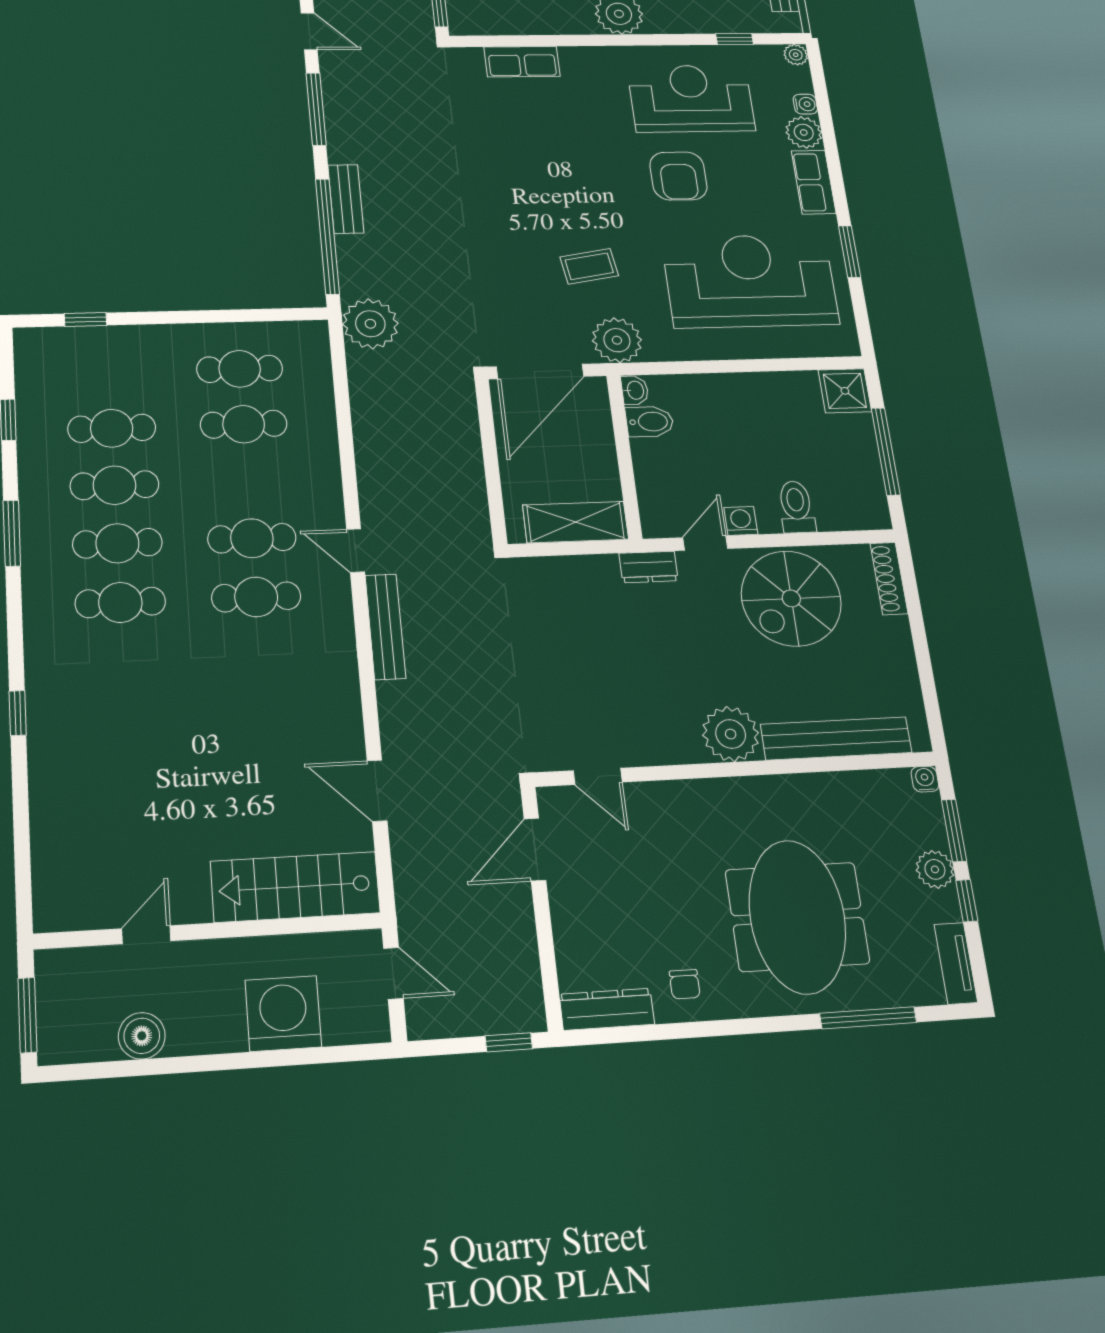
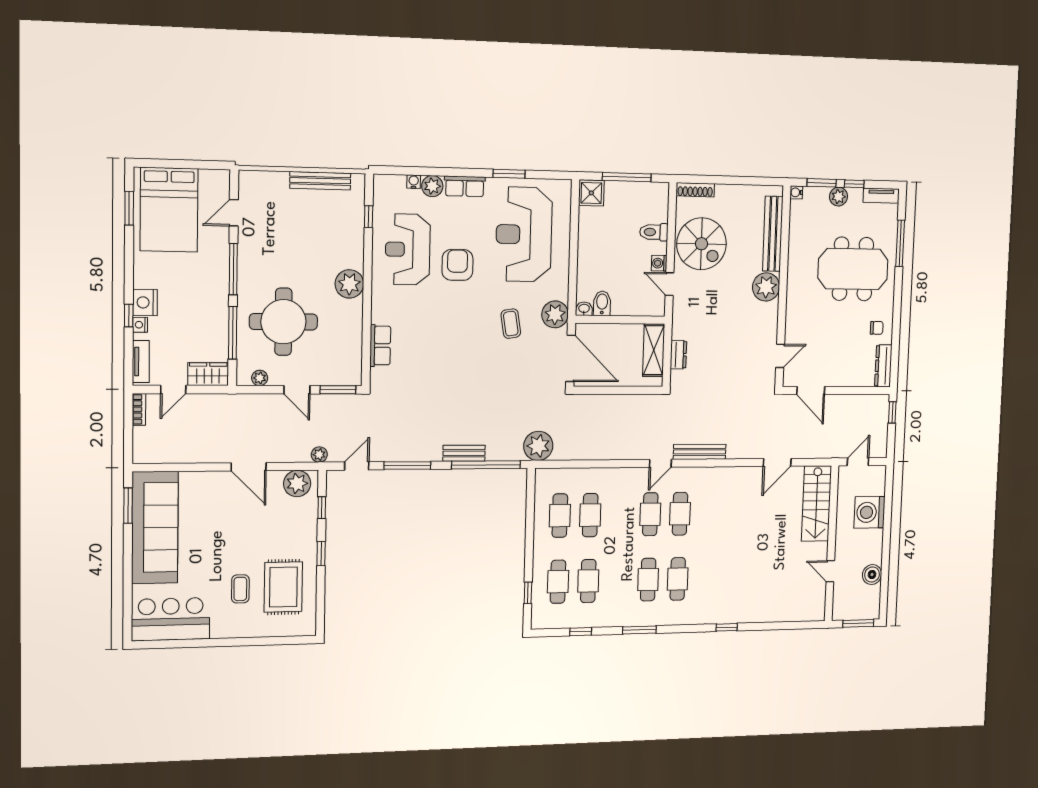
plant: (796, 55) -> (380, 181), removed
armchair: (678, 176) -> (457, 265), turned -90
cafe table: (115, 485) -> (558, 582), moved
dresser: (649, 567) -> (678, 355), moved

